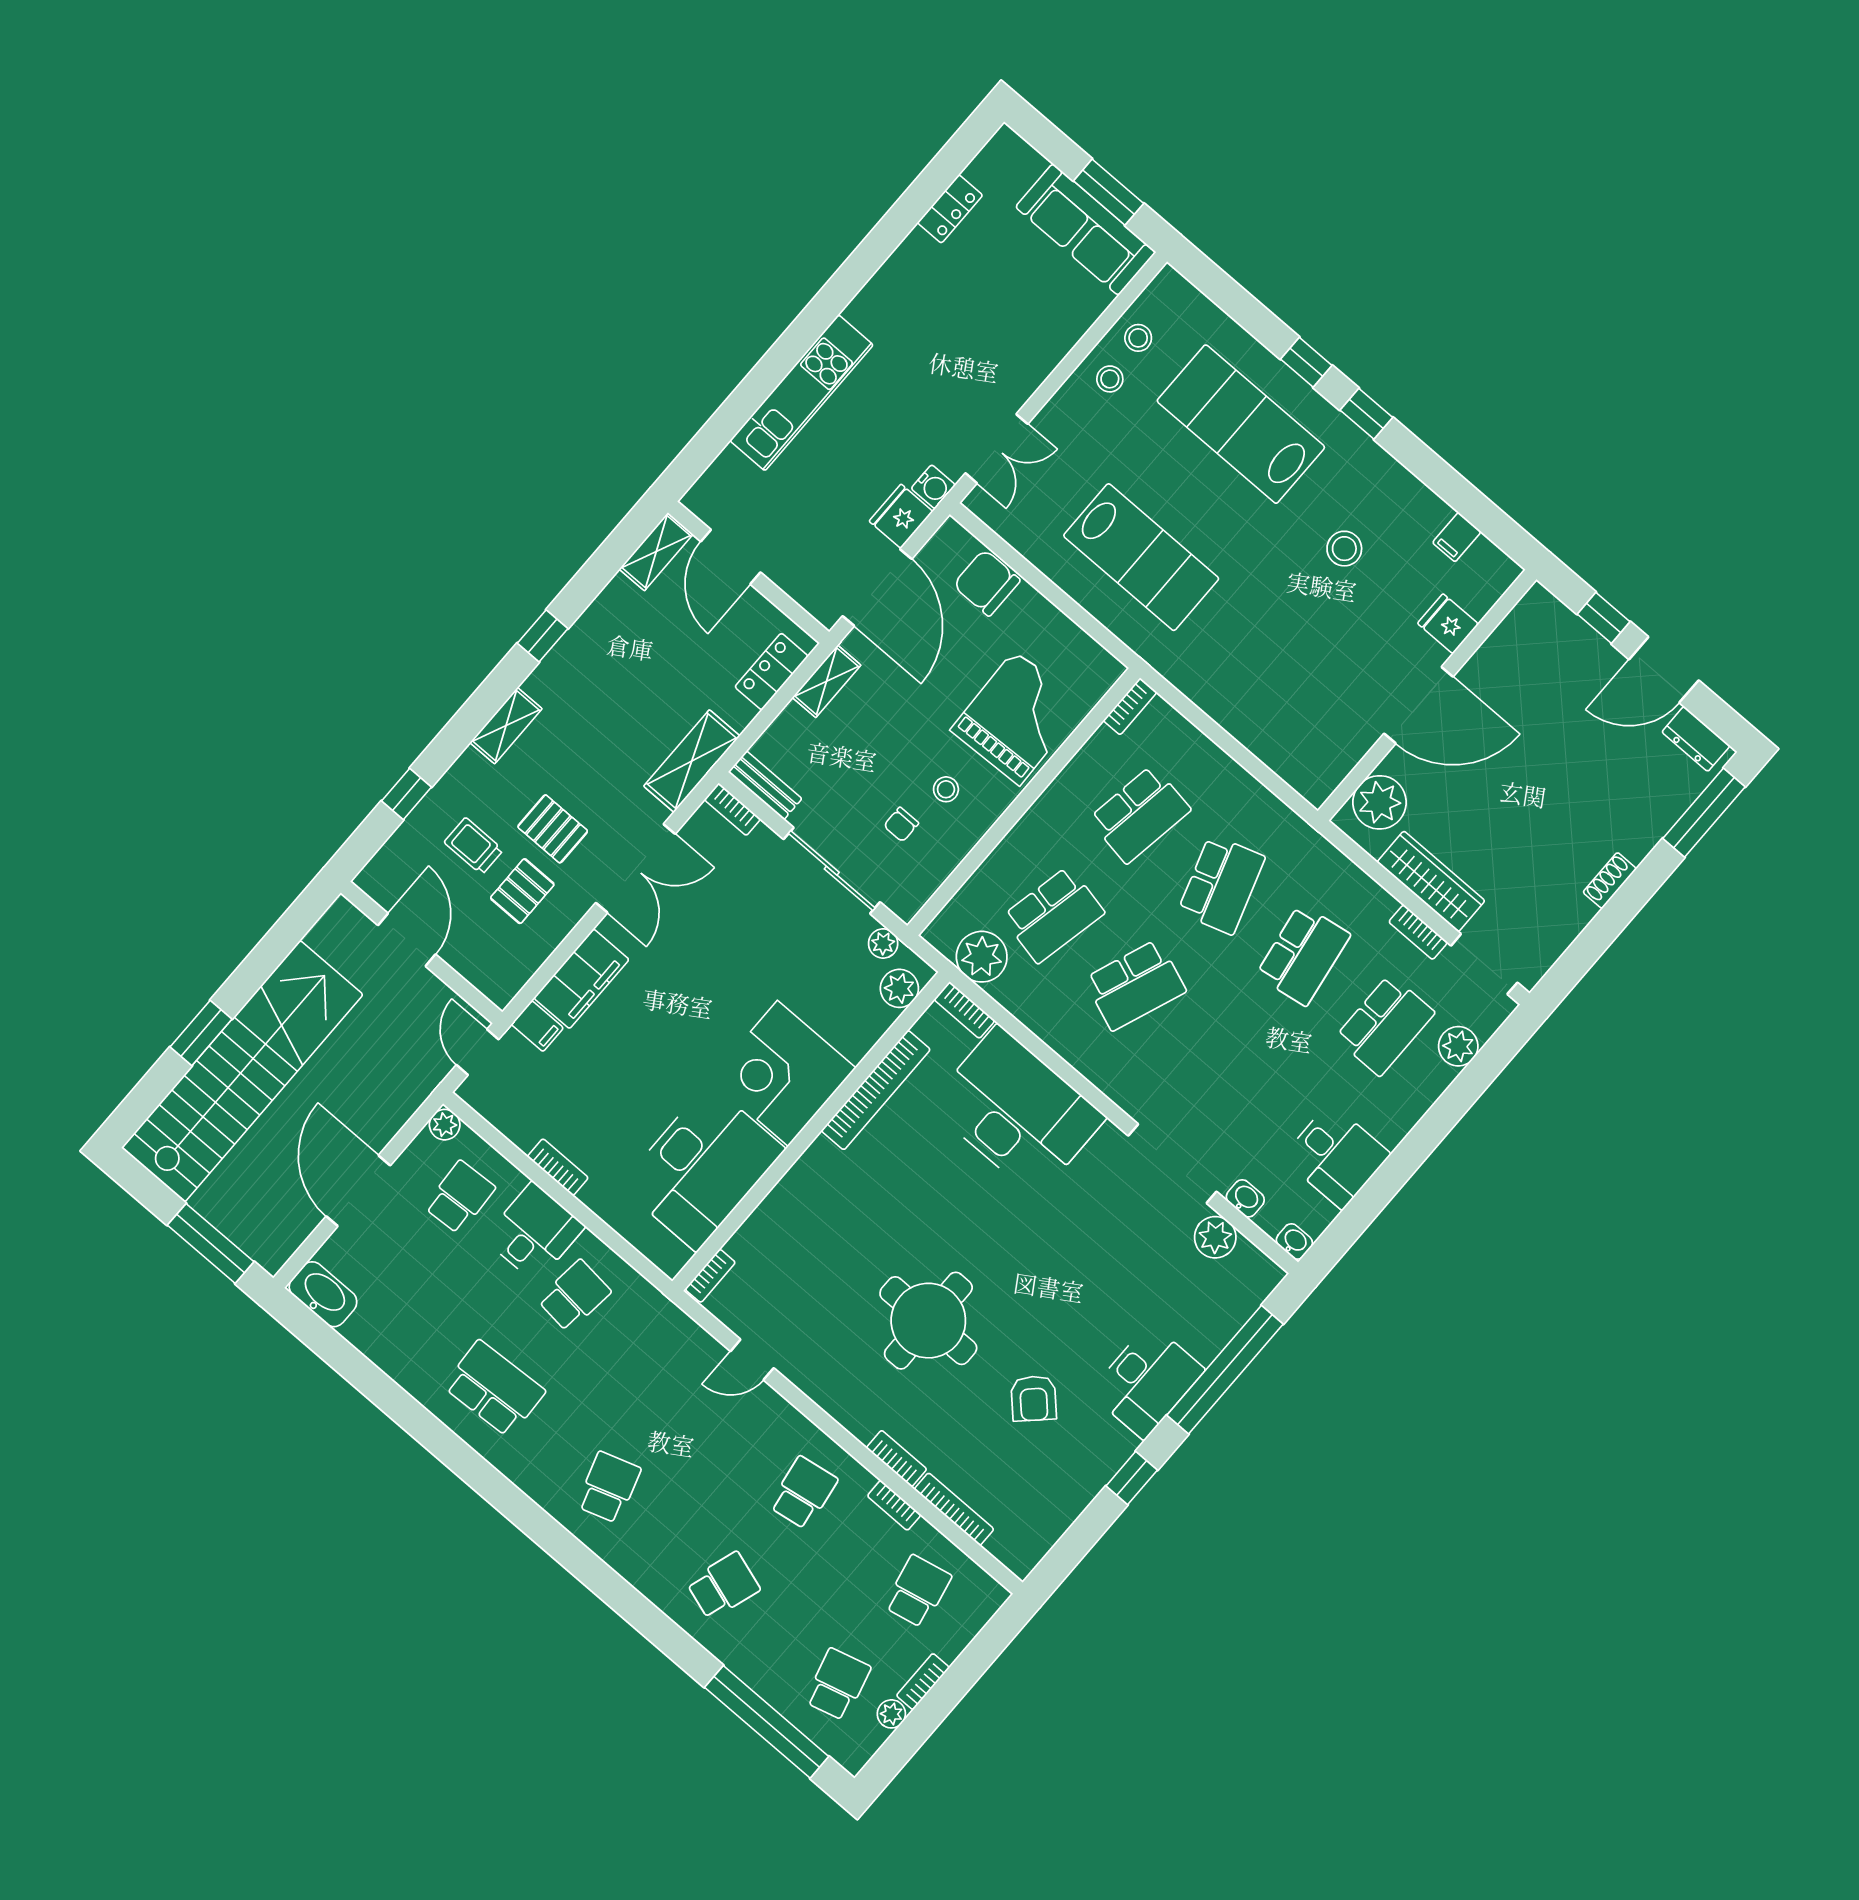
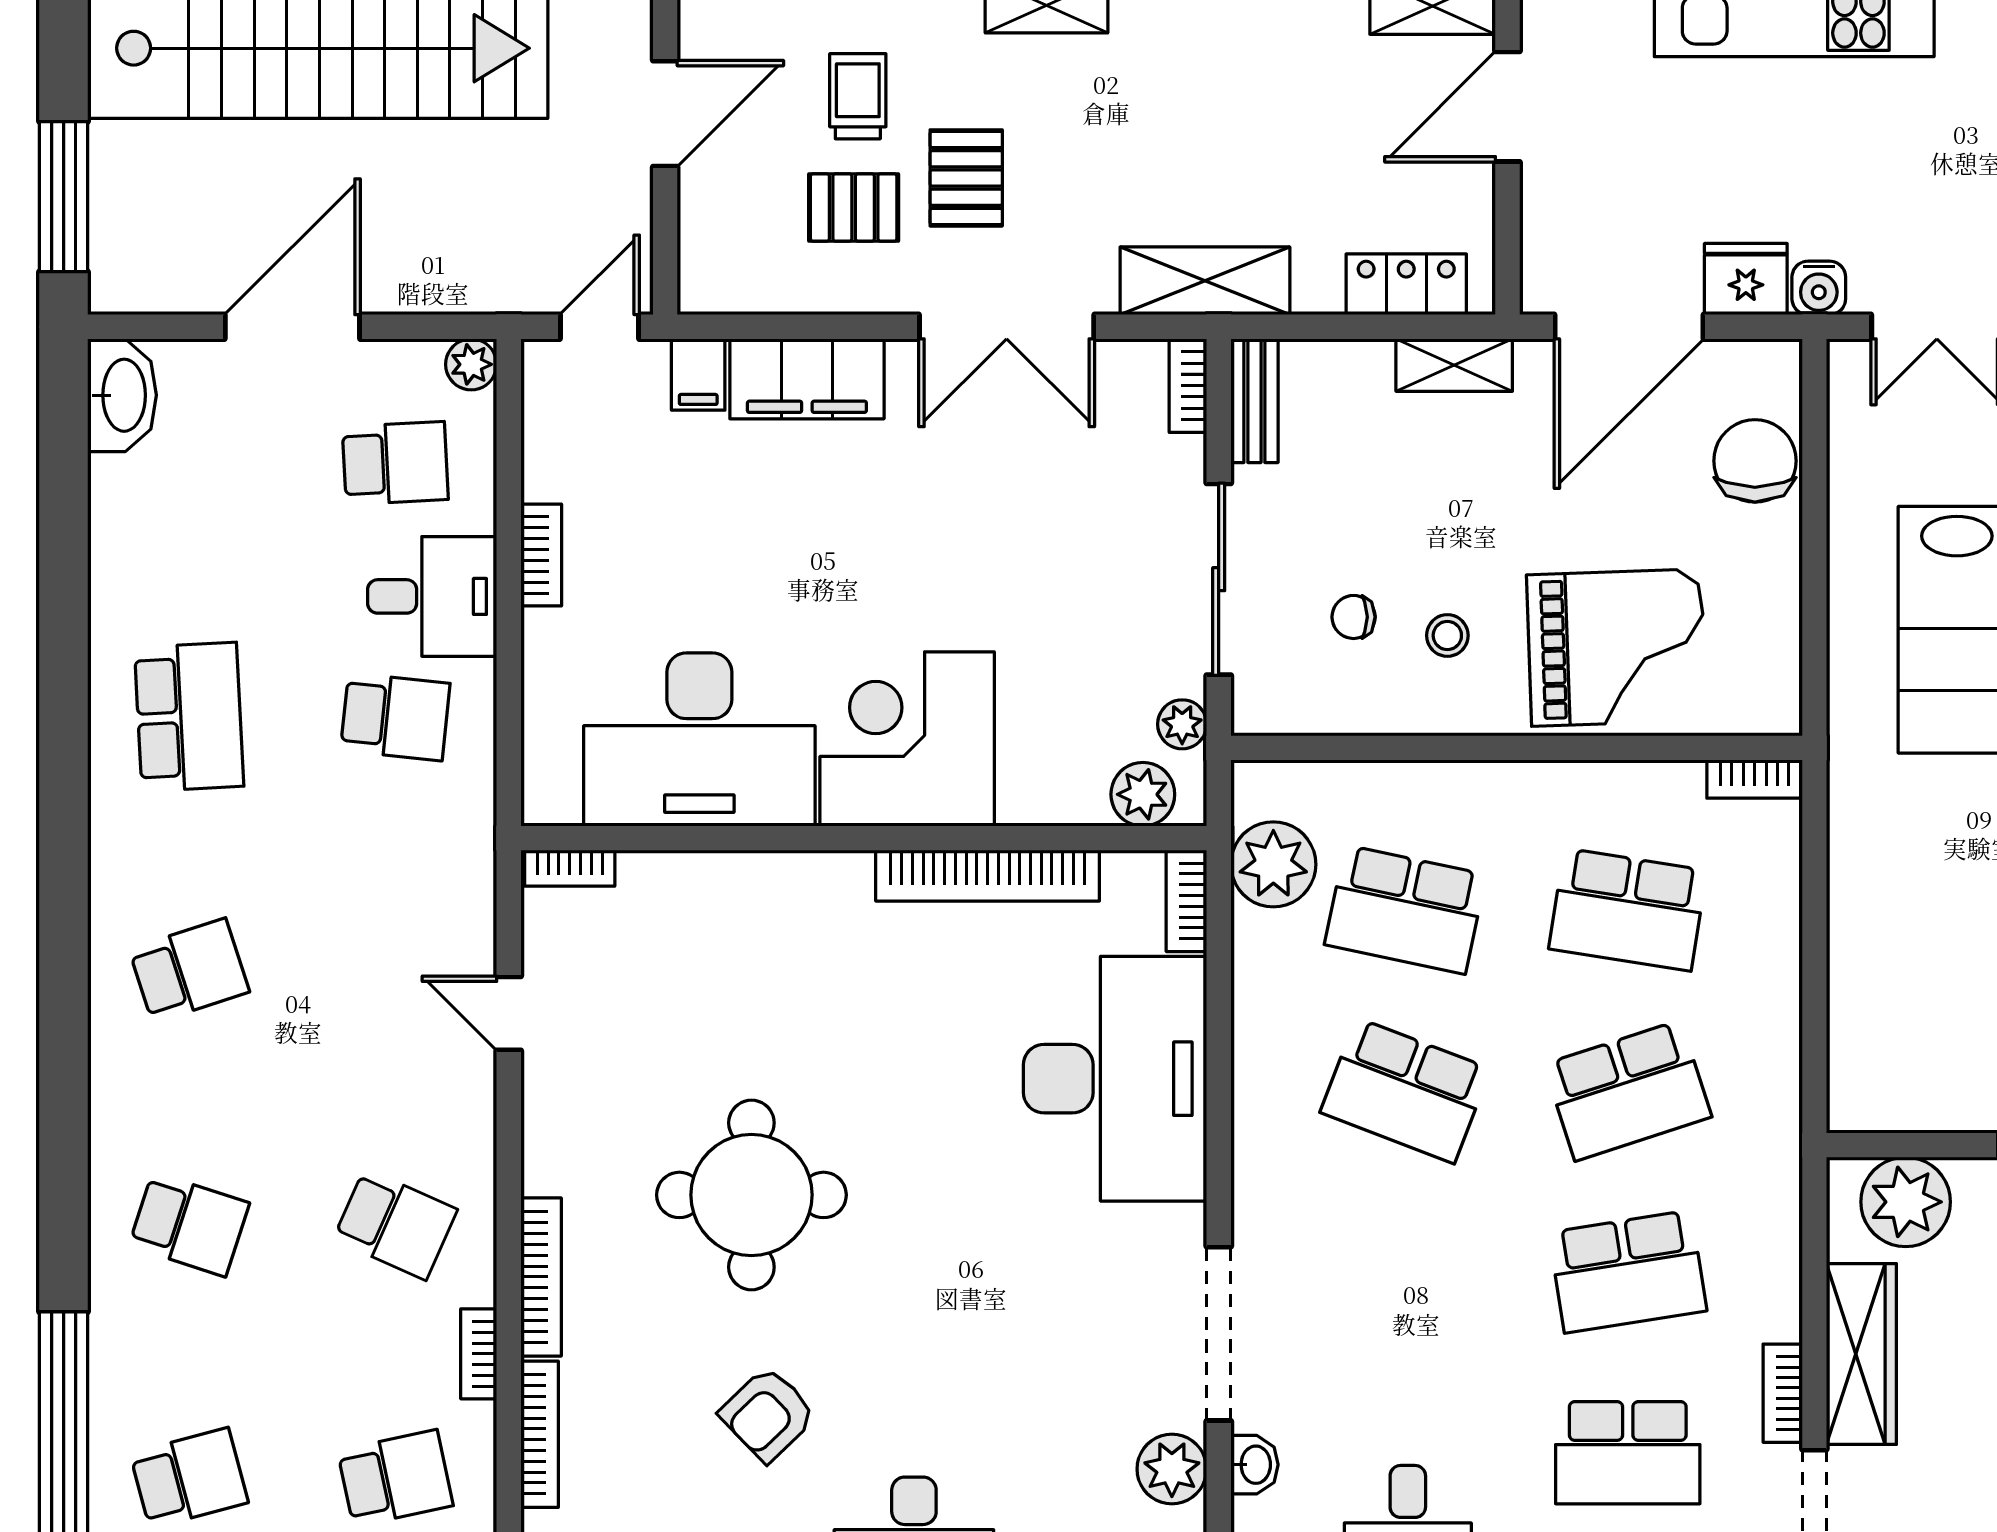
bookcase: (896, 1458) -> (541, 1277), width x1.56
school desk: (803, 1493) -> (395, 1224), turned 33

